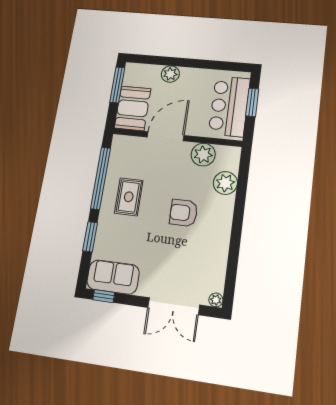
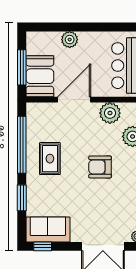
window: (117, 85) -> (22, 67), moved

